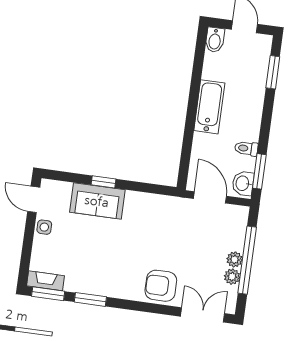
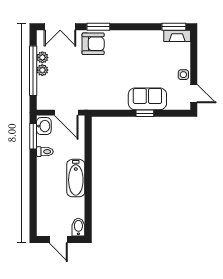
window: (273, 72) -> (33, 209), removed
window: (90, 299) -> (98, 27), moved

